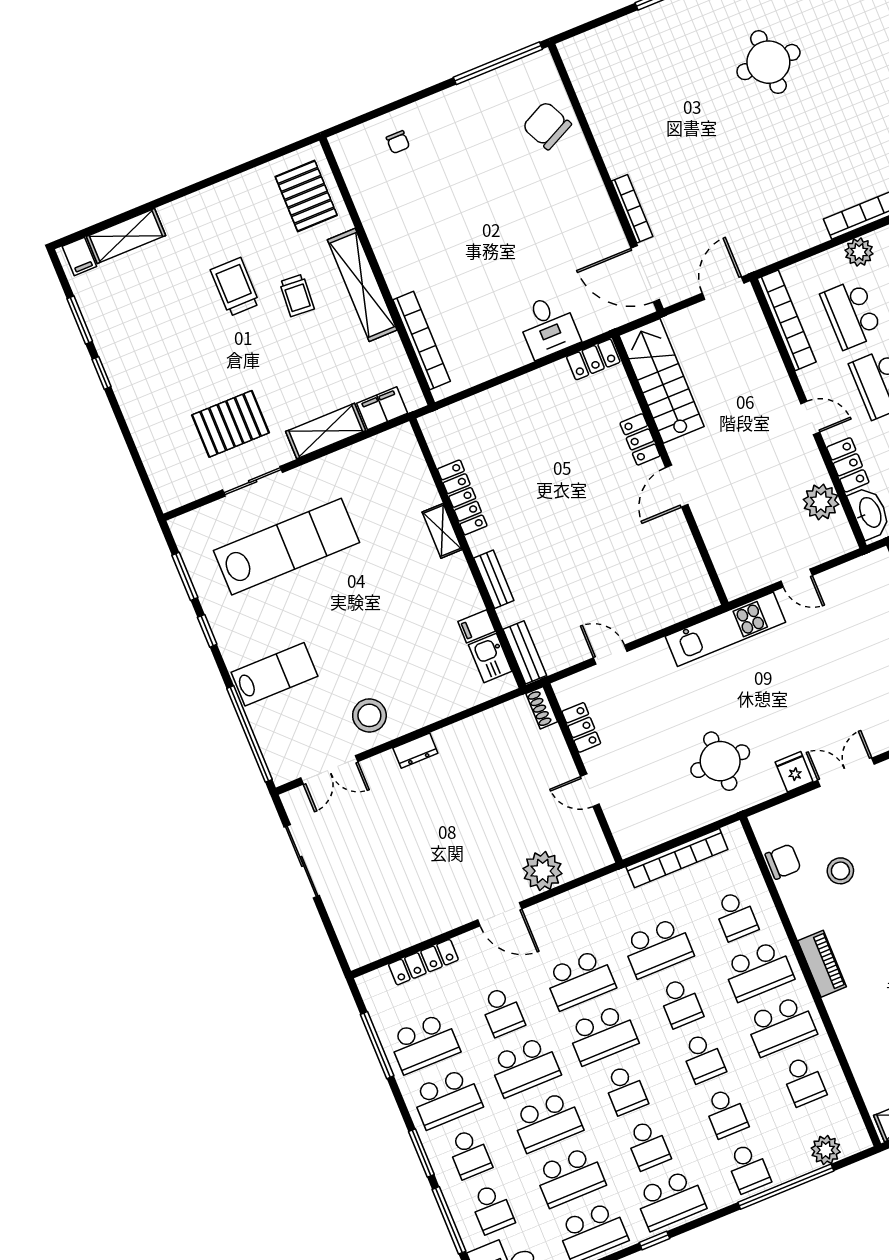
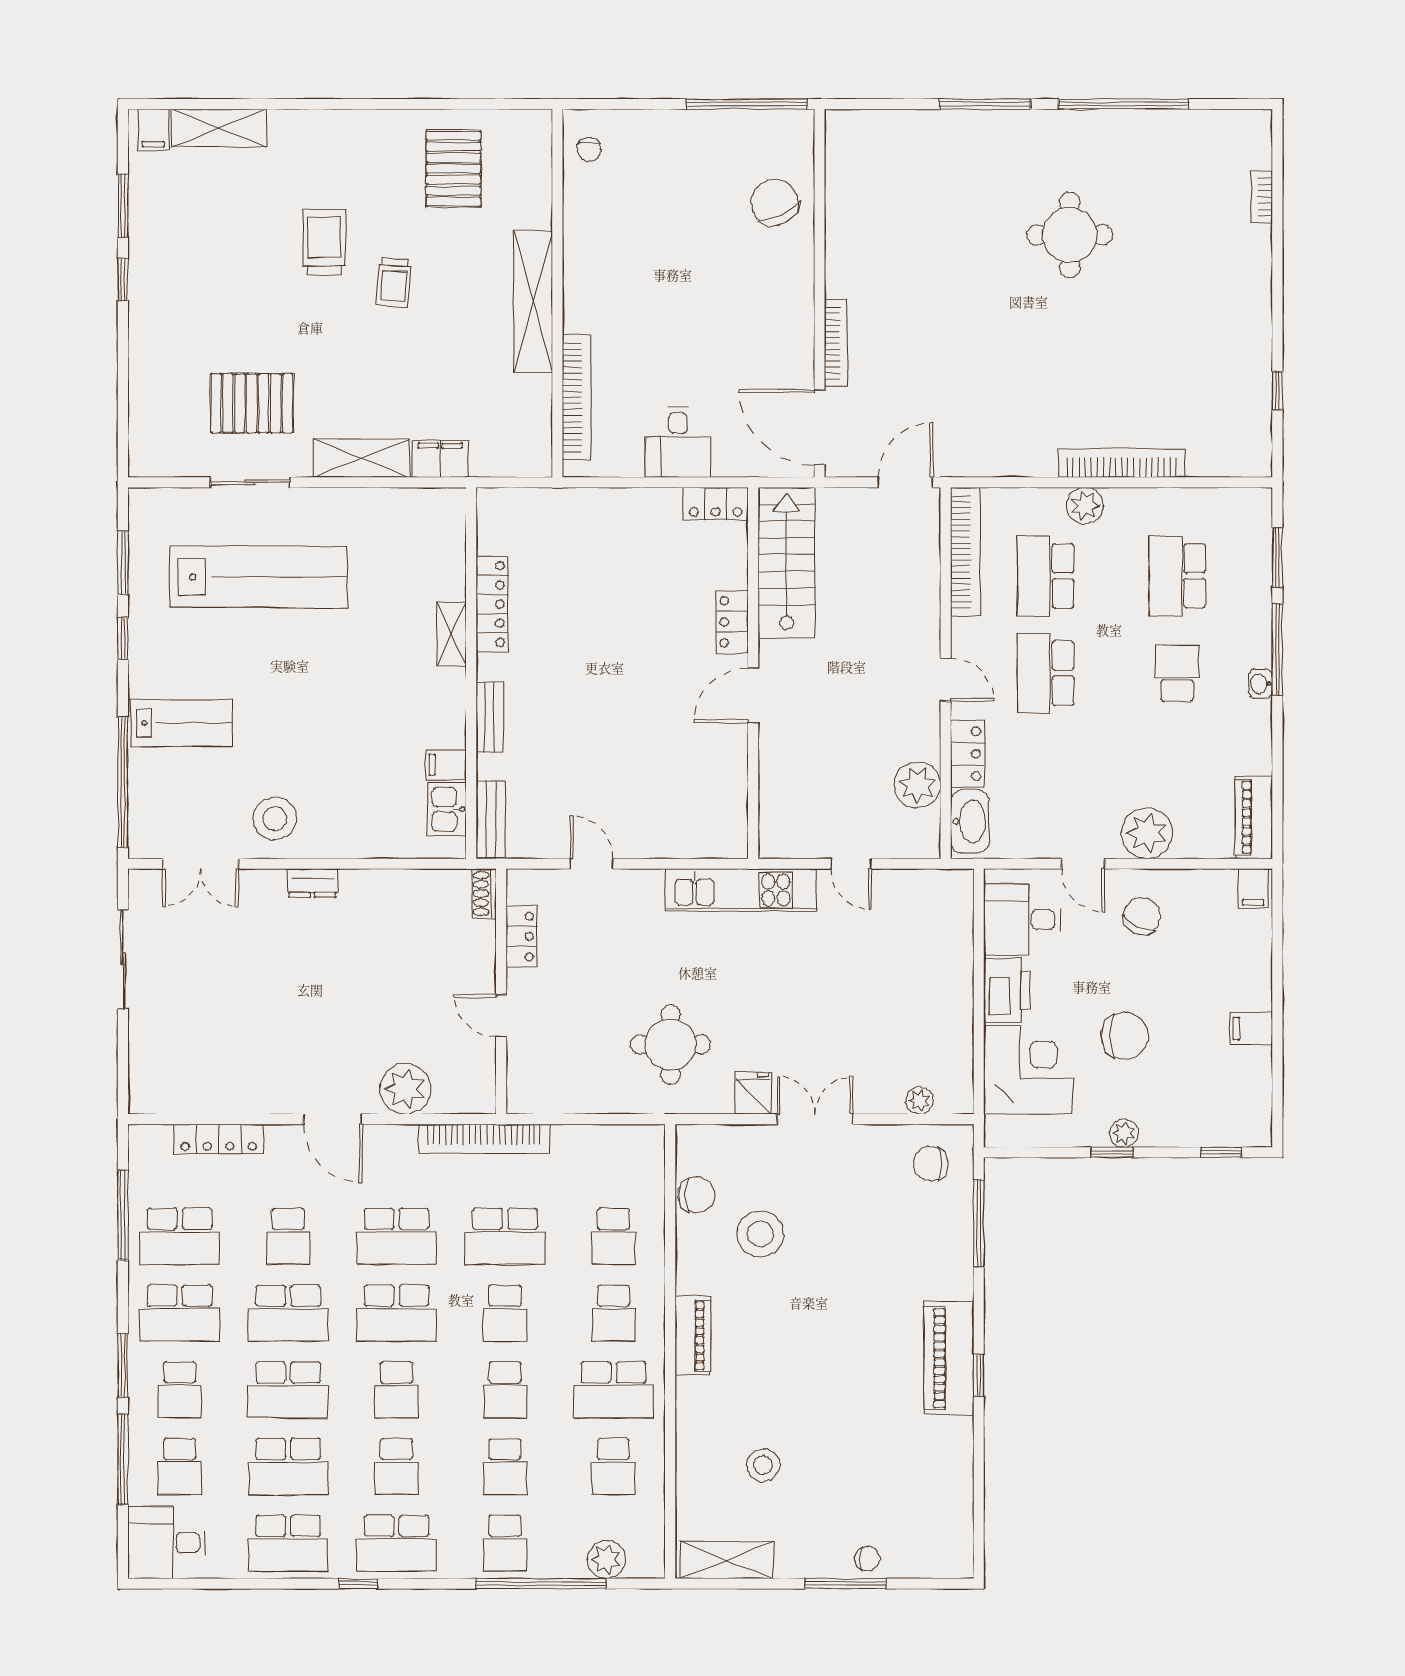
wall: (377, 271) -> (557, 293), moved
shelving: (362, 285) -> (533, 302), moved
bookcase: (422, 341) -> (577, 397), moved
bookcase: (677, 858) -> (484, 1139), moved
stool: (840, 871) -> (760, 1234), width x1.38, depth x1.38
school desk: (758, 971) -> (613, 1313), width x0.54

